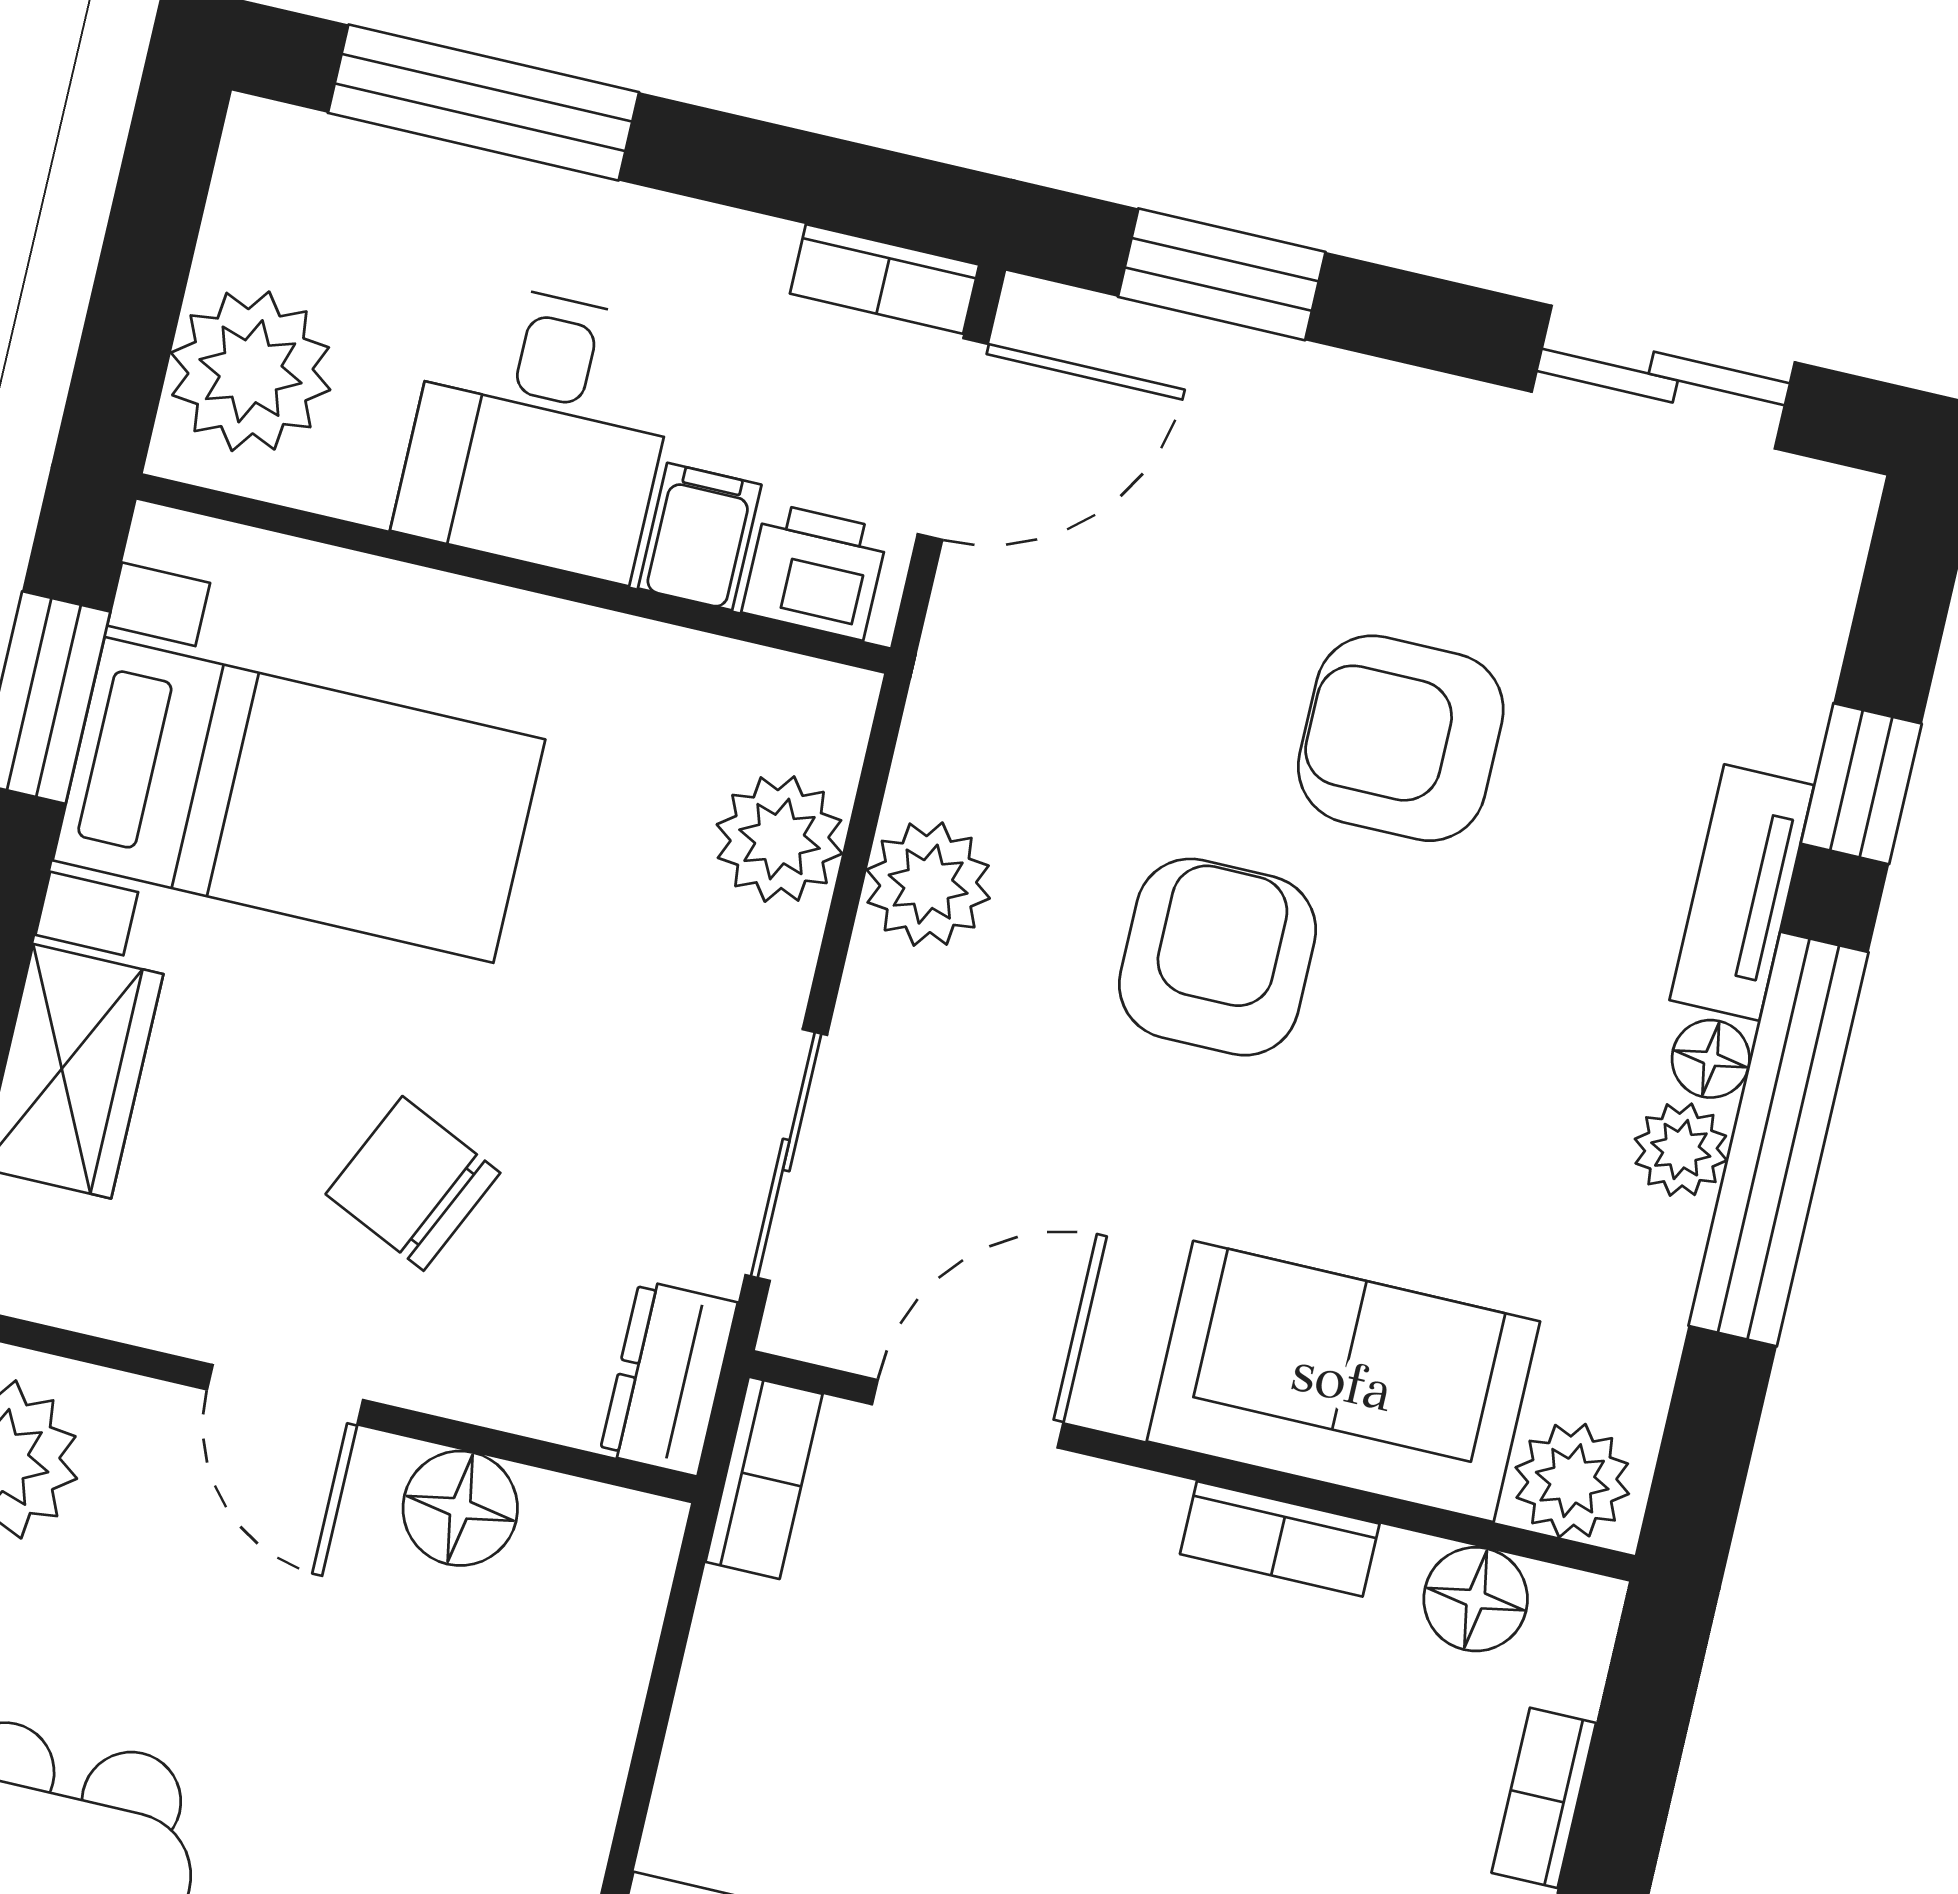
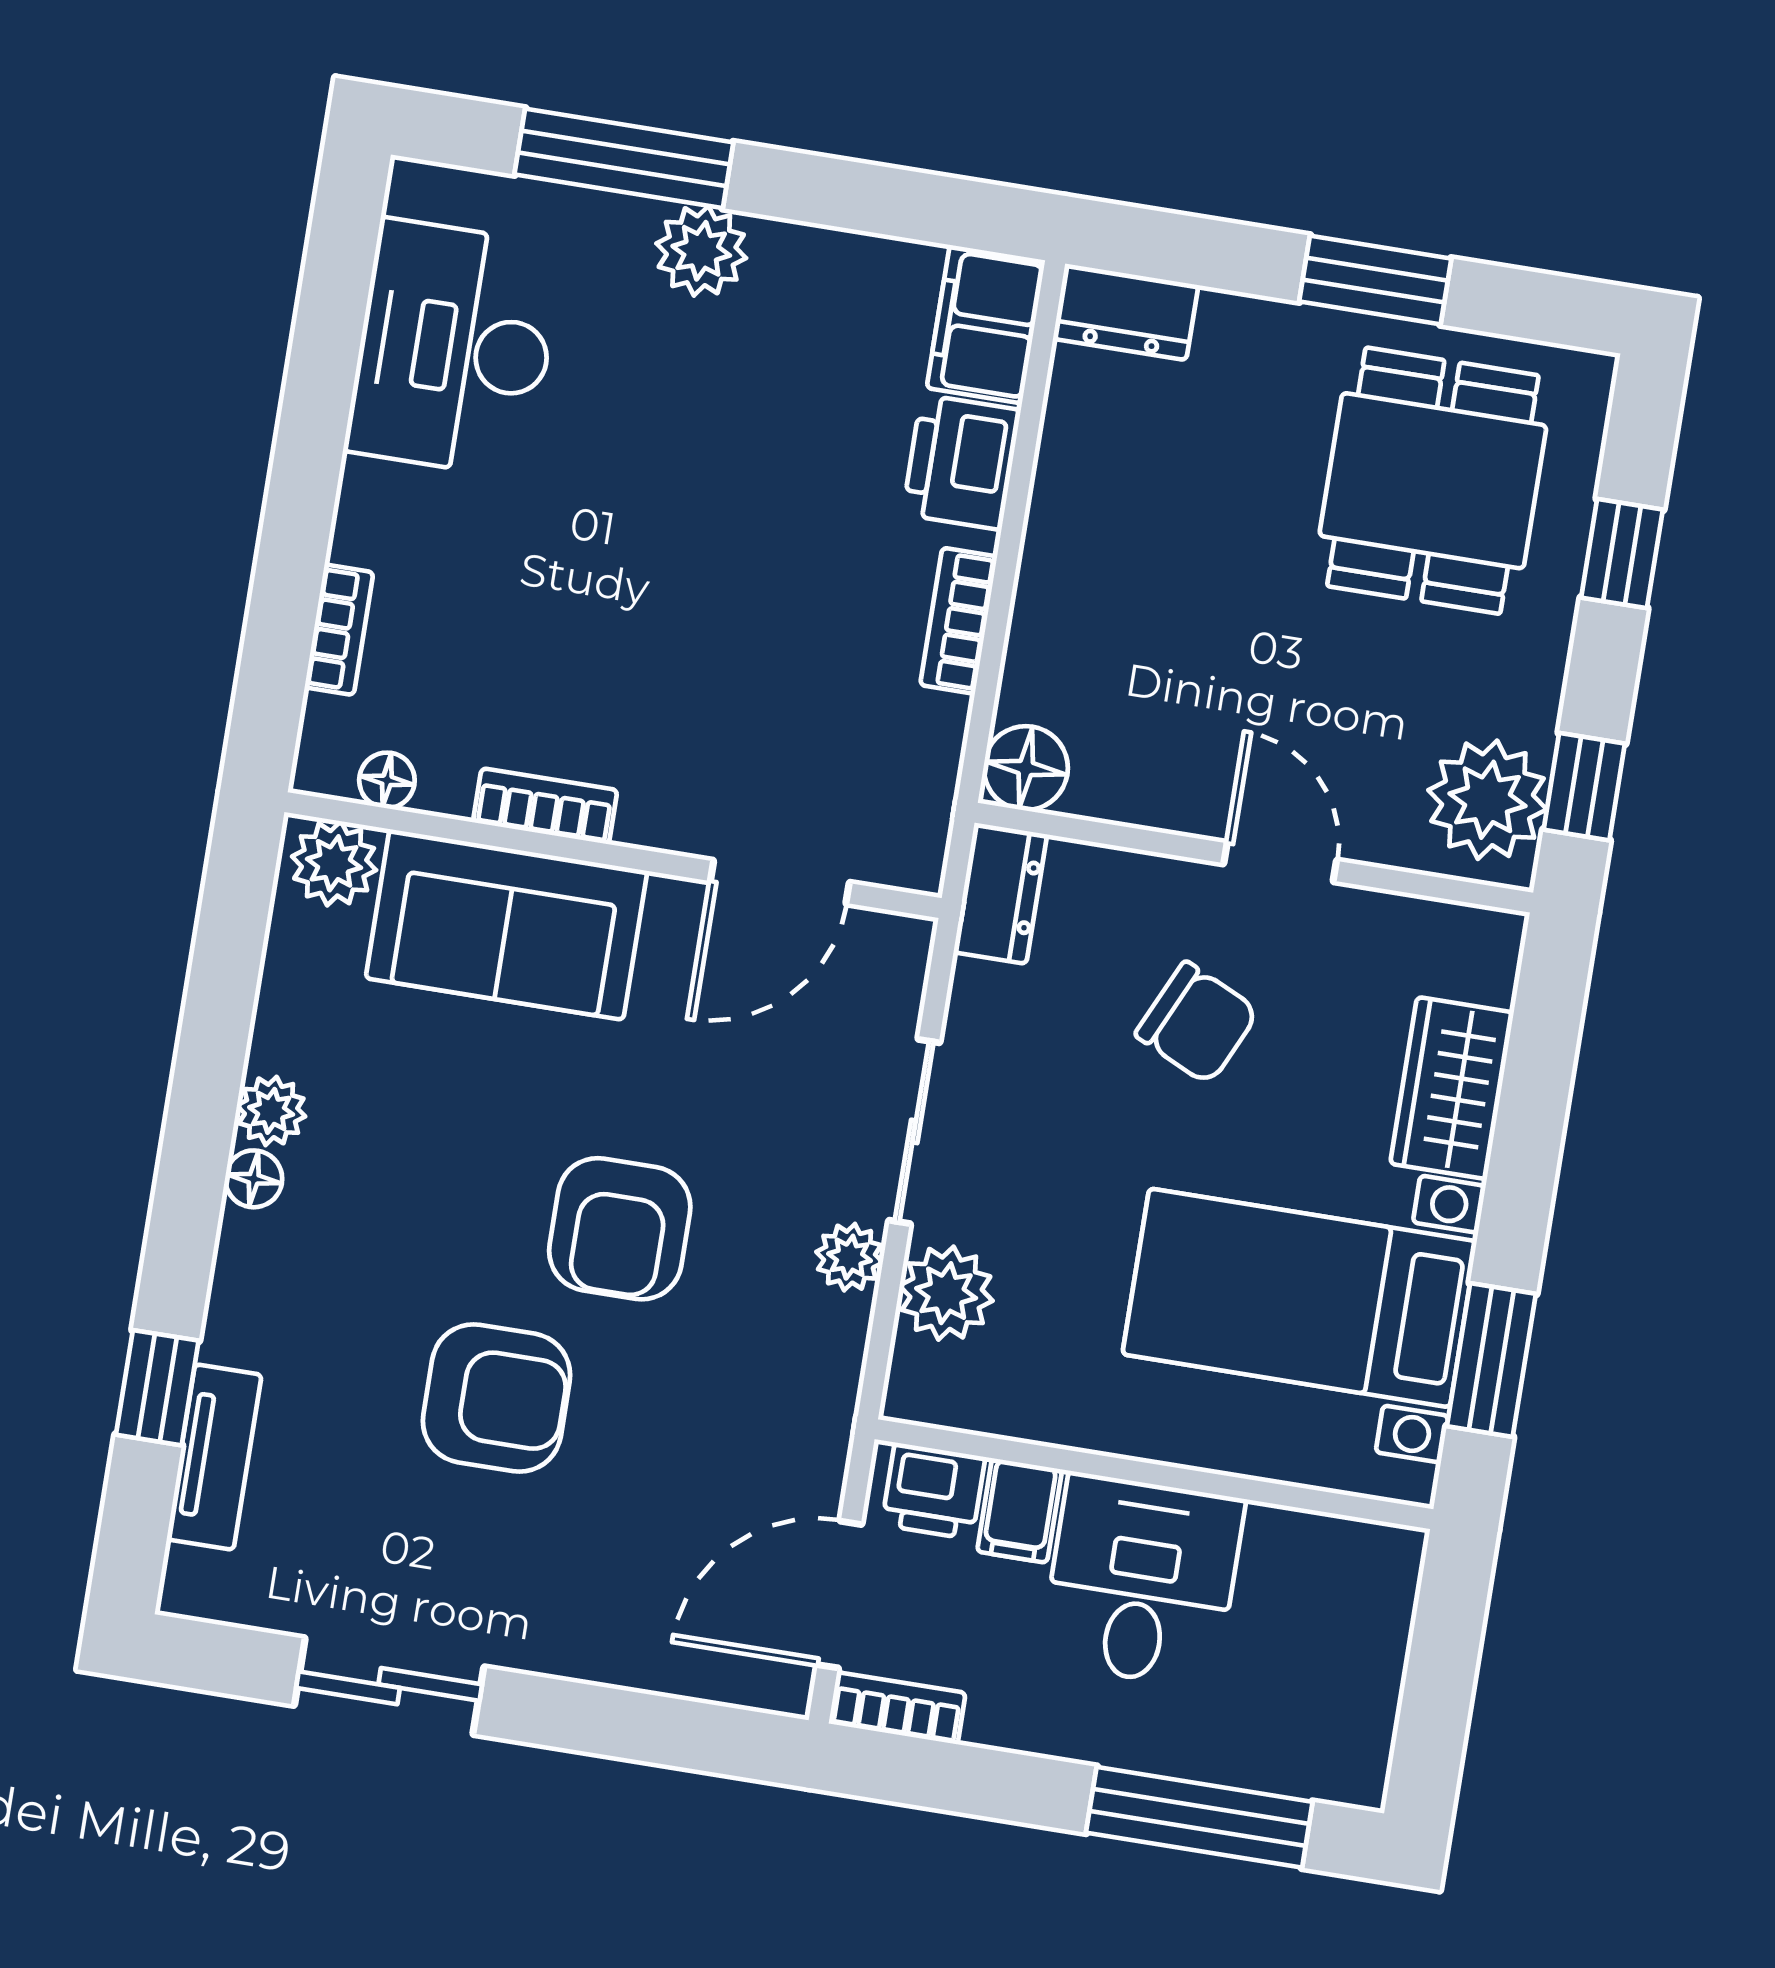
window: (1222, 274) -> (651, 1728), removed
plant: (251, 371) -> (1356, 1609), removed
sliding door: (1663, 377) -> (389, 1686), moved
plant: (928, 884) -> (850, 1257), width x0.73, depth x0.73
tv unit: (1742, 893) -> (214, 1457), moved
window: (1779, 1139) -> (200, 1124), removed
sliding door: (786, 1155) -> (914, 1131), moved
bookcase: (764, 1478) -> (959, 621), moved
floor lamp: (460, 1508) -> (1026, 768), moved
floor lamp: (1476, 1599) -> (387, 780), width x0.73, depth x0.73

